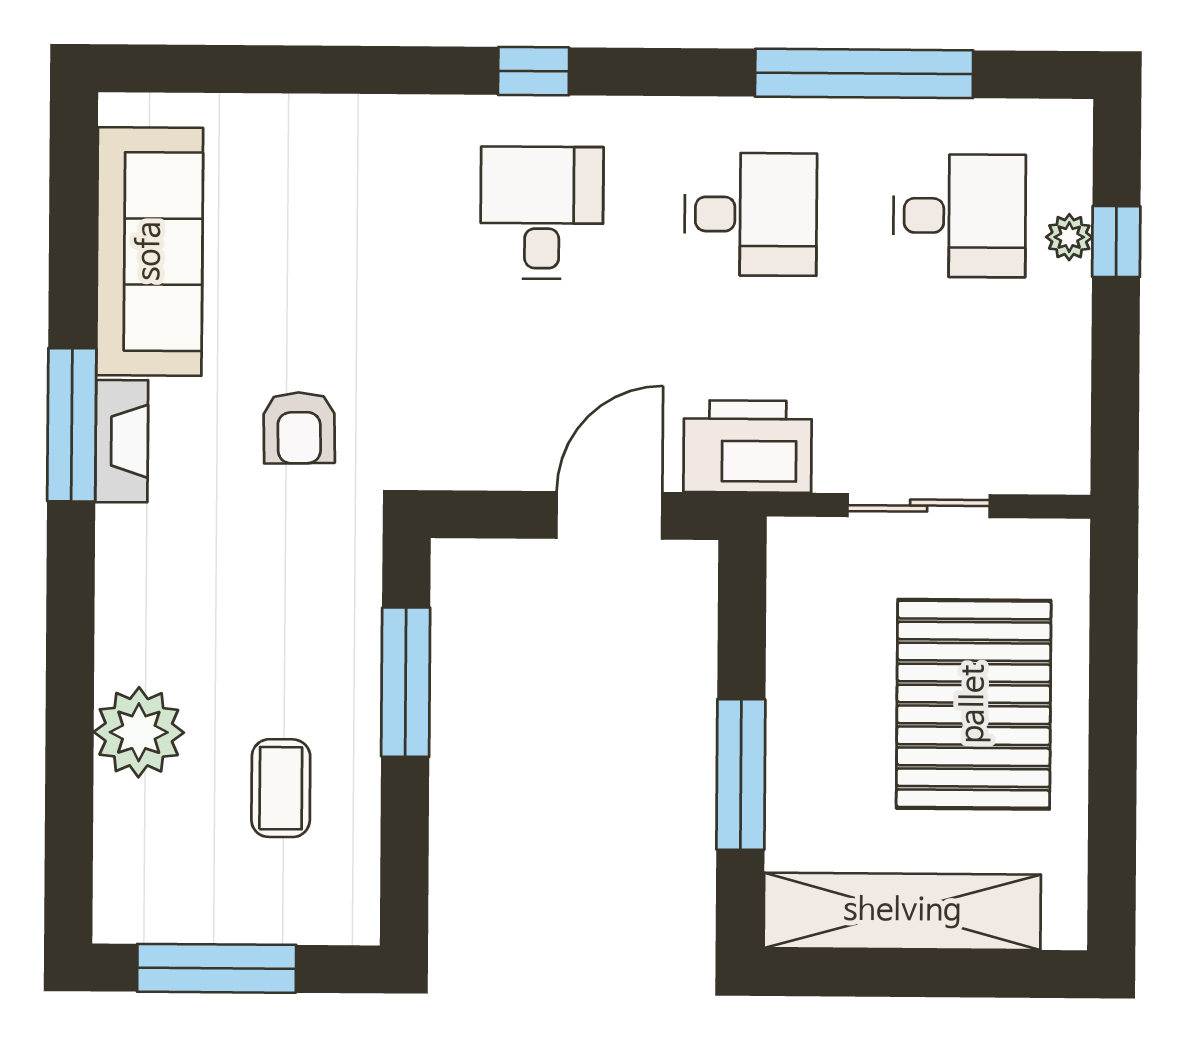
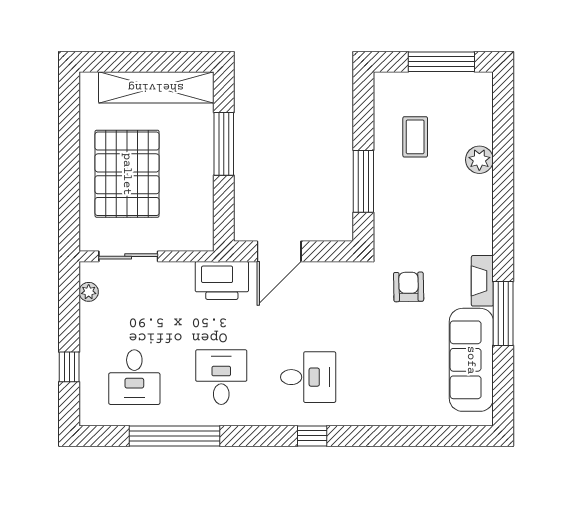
desk: (542, 213) -> (308, 377), turned -90
desk: (751, 214) -> (221, 377), turned 90
desk: (960, 216) -> (134, 377), turned -90
plant: (1069, 237) -> (89, 292), moved
window: (72, 425) -> (503, 314), moved
sliding door: (919, 506) -> (128, 256), moved
plant: (139, 732) -> (479, 160), width x0.73, depth x0.73

